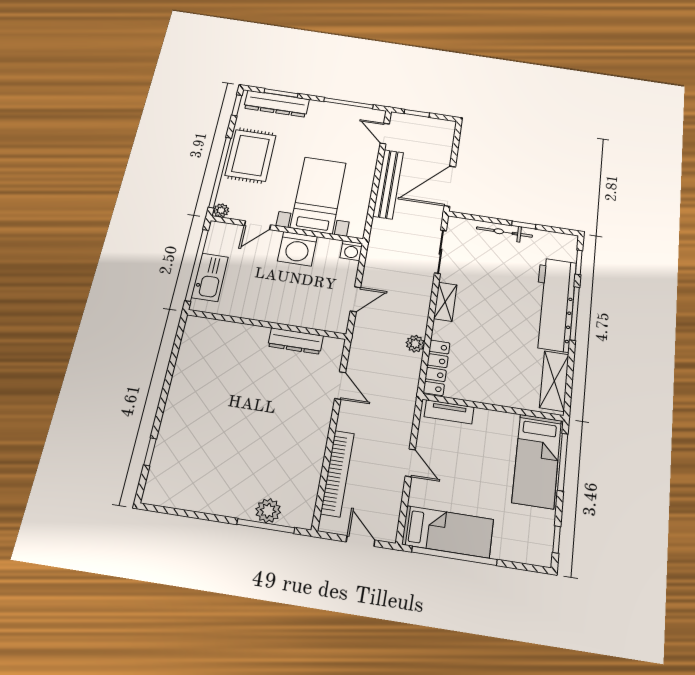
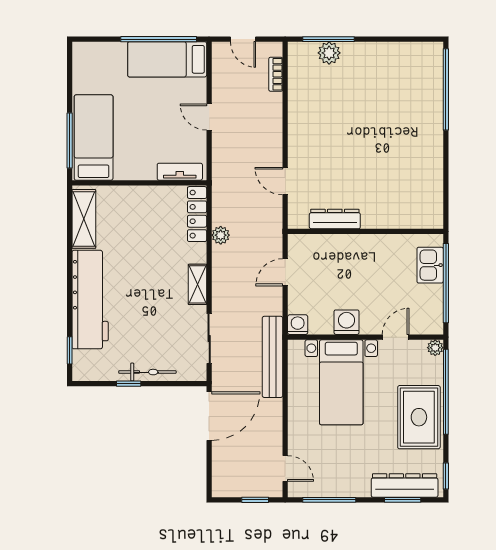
bench: (388, 184) -> (272, 357), moved
washing machine: (297, 249) -> (347, 322), width x0.73, depth x0.73
kitchen sink: (210, 277) -> (430, 265), width x0.73
window: (575, 313) -> (70, 293), removed
window: (150, 452) -> (446, 89), width x3.17
bookcase: (337, 473) -> (276, 74), width x0.43, depth x0.76
window: (557, 540) -> (70, 68), removed

